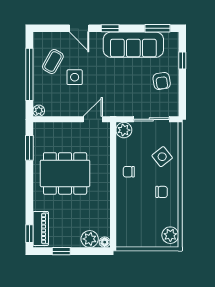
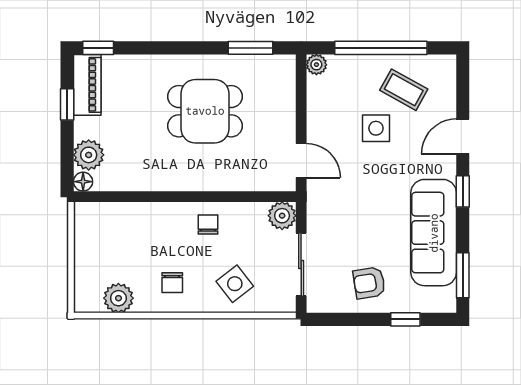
dining table: (65, 173) -> (205, 111), width x0.73
piano: (41, 228) -> (87, 85), moved, turned -90
plant: (170, 235) -> (118, 298), moved

